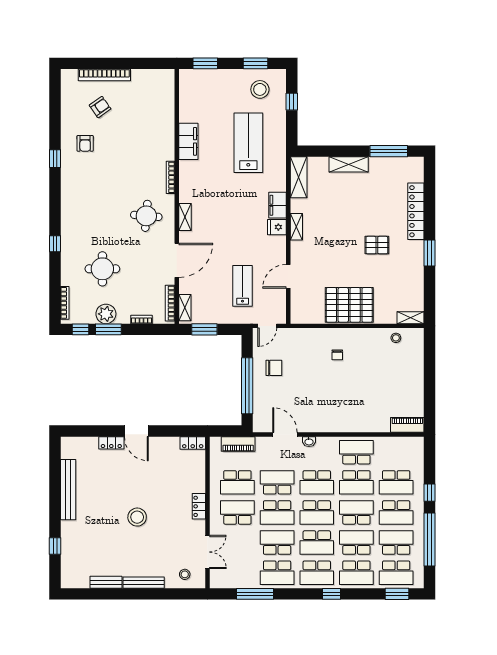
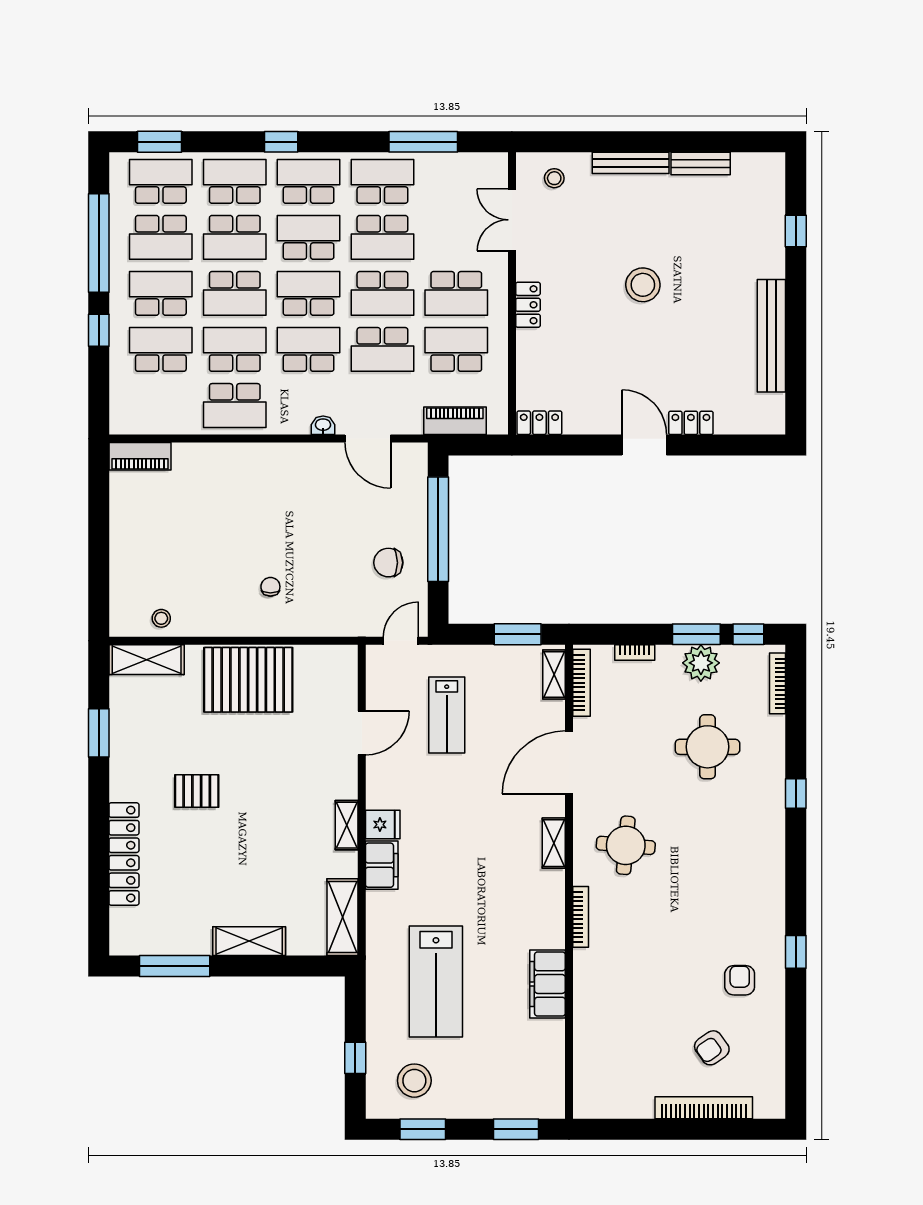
window: (430, 253) -> (99, 733), moved
shelving: (411, 318) -> (147, 660), width x1.50, depth x1.33
school desk: (277, 512) -> (382, 293), turned 180

